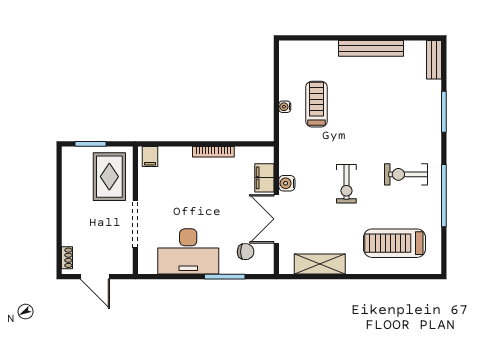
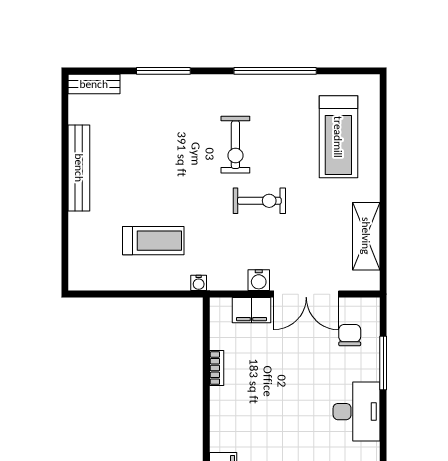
treadmill: (316, 104) -> (153, 241), turned 180
water cooler: (285, 107) -> (199, 283), moved
bookcase: (213, 152) -> (217, 368), width x0.64
exercise bike: (406, 174) -> (235, 145), moved
desk: (188, 251) -> (356, 412), width x0.73, depth x0.77

